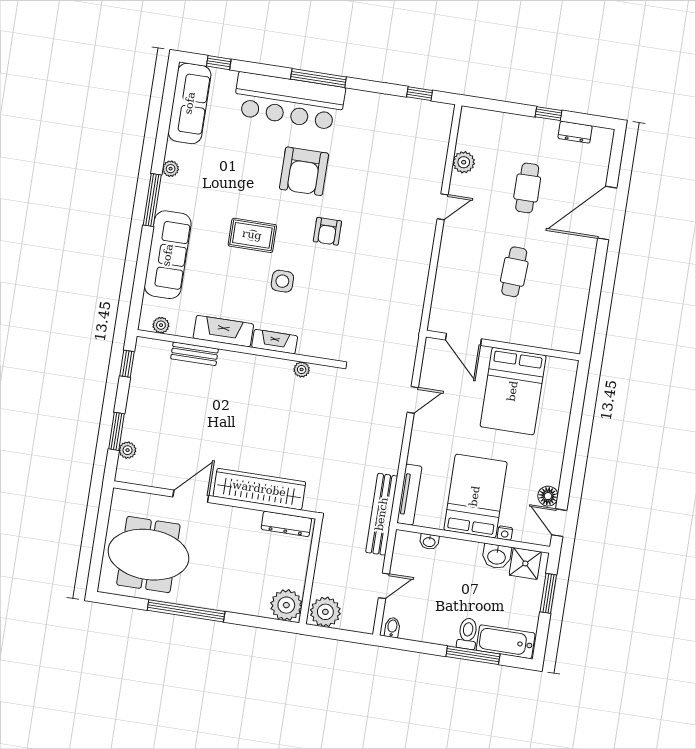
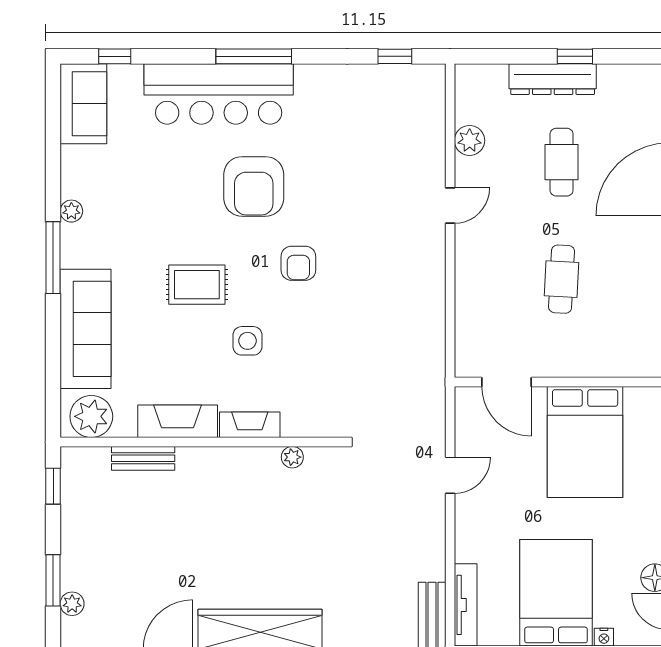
sofa: (190, 103) -> (83, 104), width x0.73
dresser: (575, 132) -> (553, 79), moved, width x1.96, depth x1.24
plant: (161, 325) -> (91, 416), width x1.88, depth x1.88

